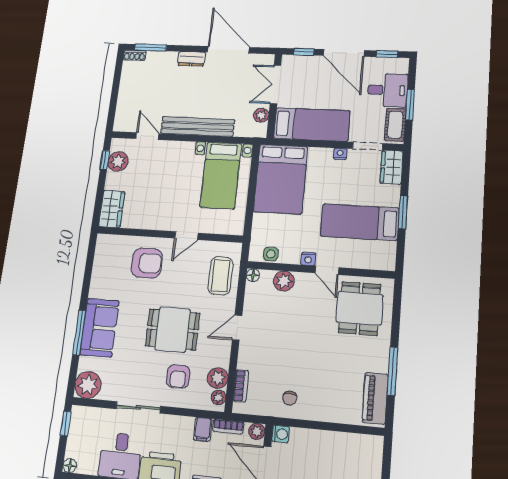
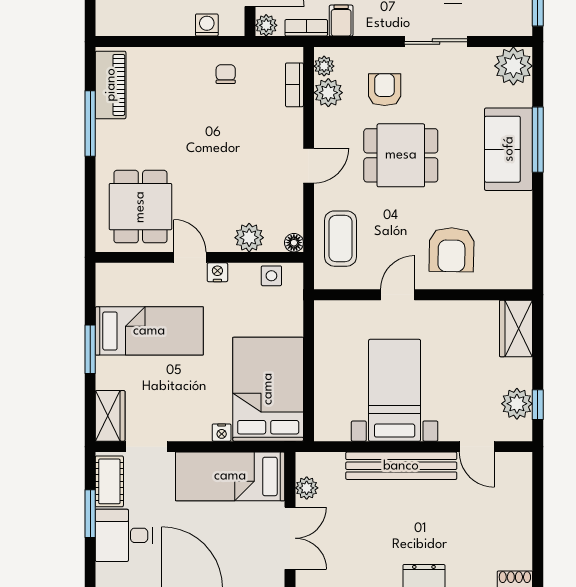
nightstand: (340, 154) -> (222, 433), moved
bed with nightstands: (221, 175) -> (395, 390), moved
armchair: (147, 263) -> (452, 250), turned -89
washing machine: (281, 434) -> (207, 25), moved, turned 90

